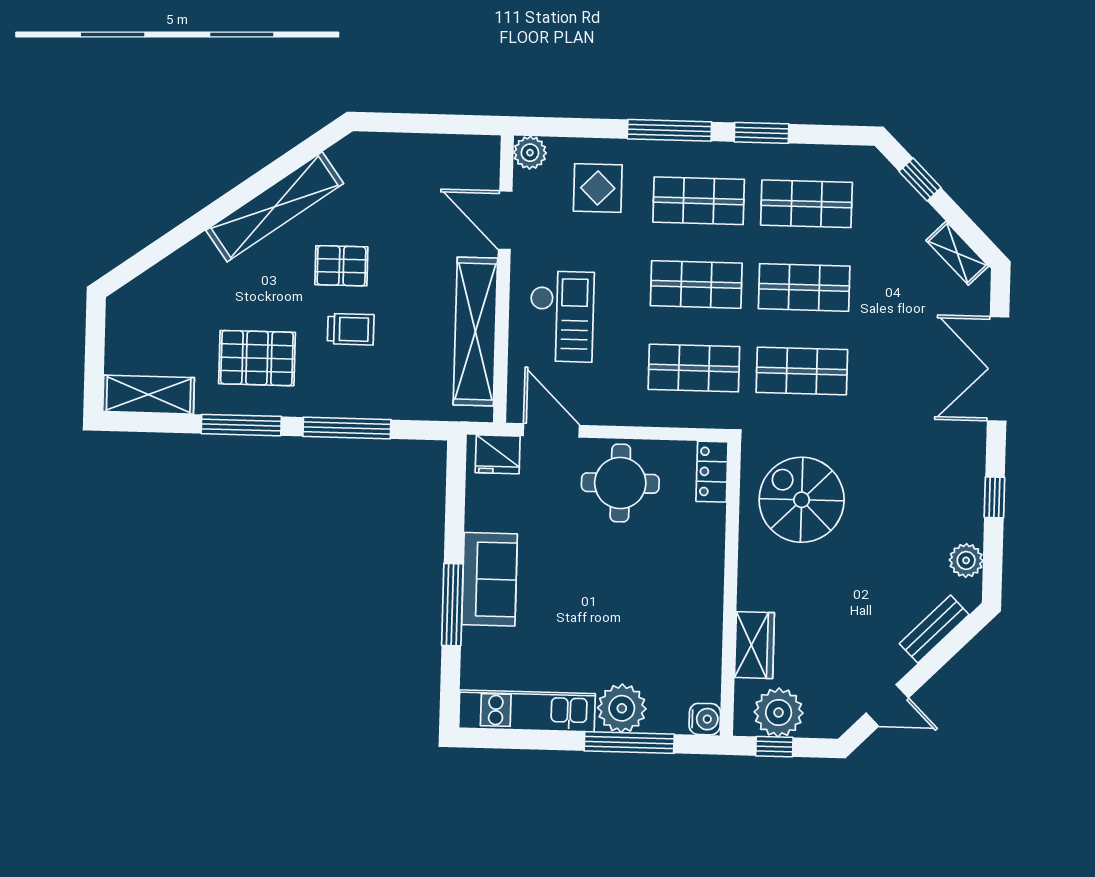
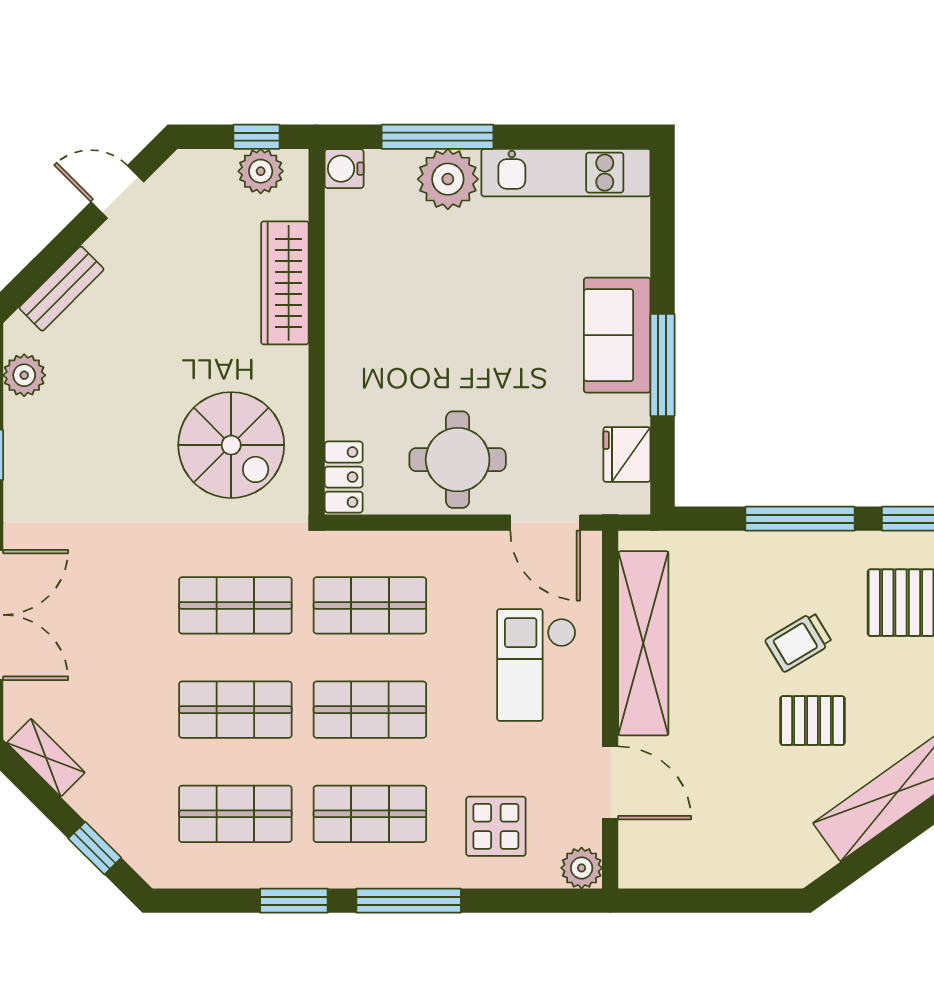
trolley: (351, 329) -> (799, 642), turned -31
fridge: (498, 454) -> (627, 454), moved, turned -90
window: (452, 605) -> (662, 365), moved
wardrobe: (754, 645) -> (285, 283), width x1.50
plant: (779, 713) -> (261, 171), width x0.73, depth x0.73

